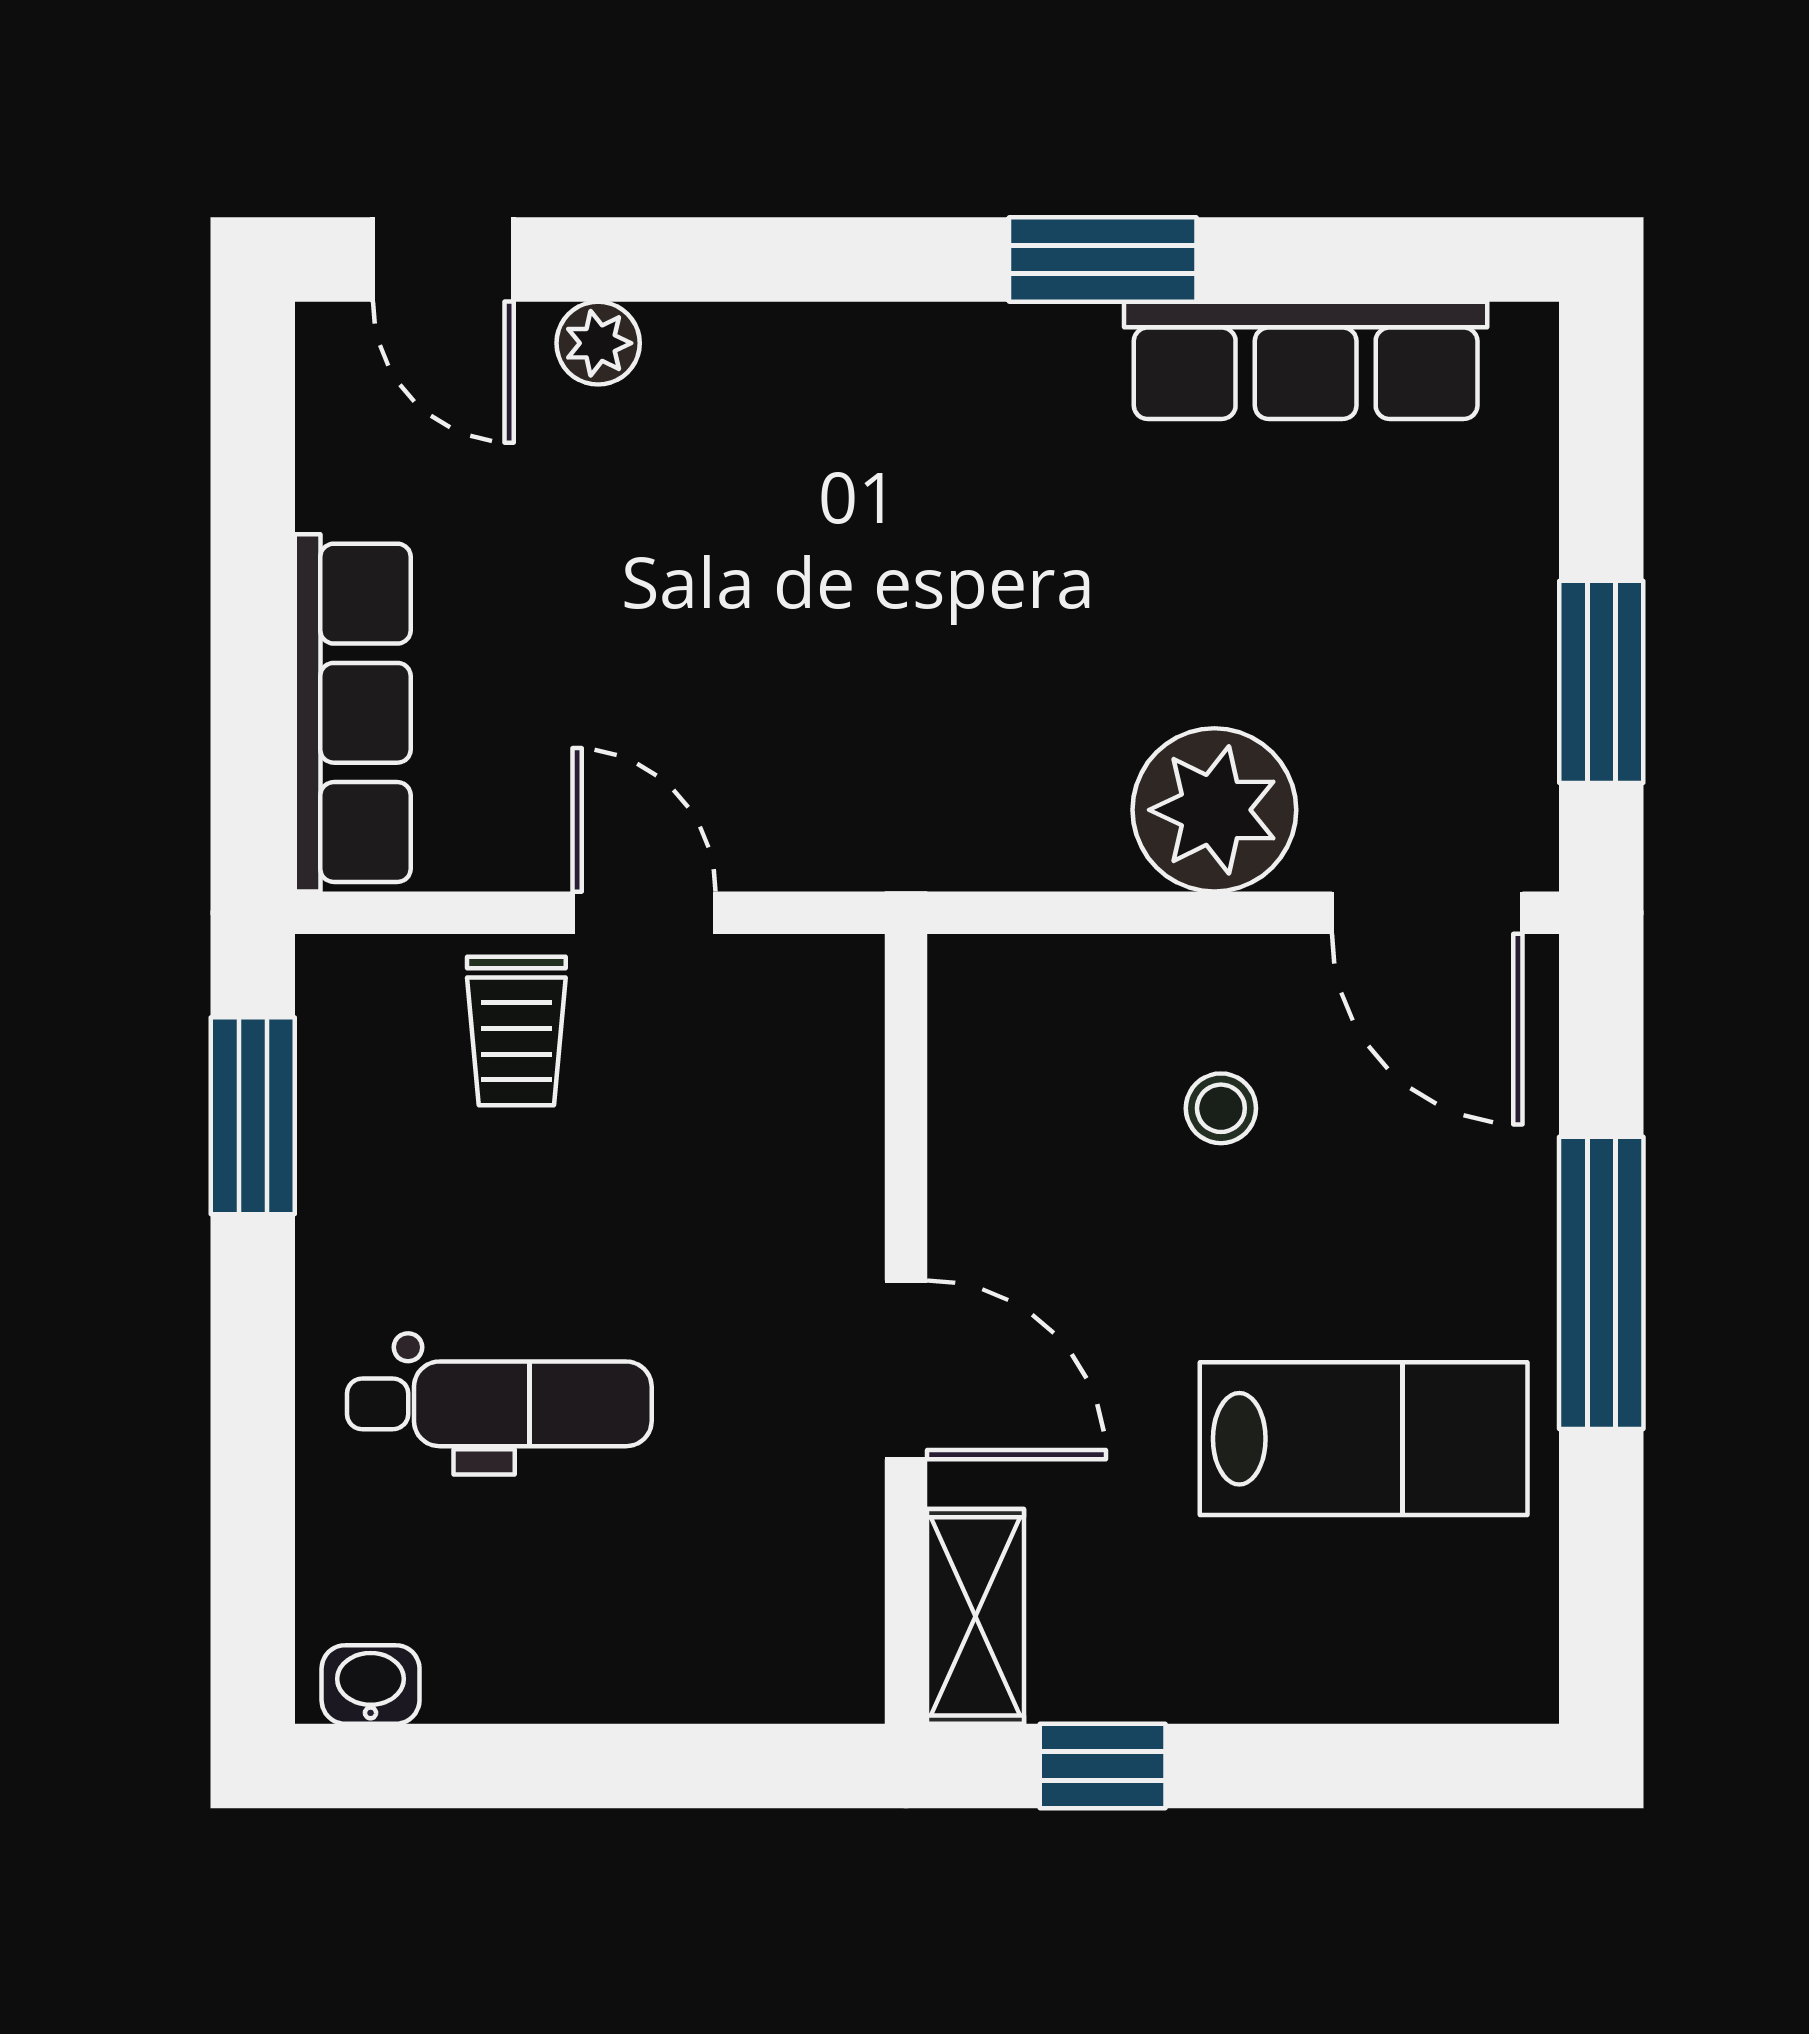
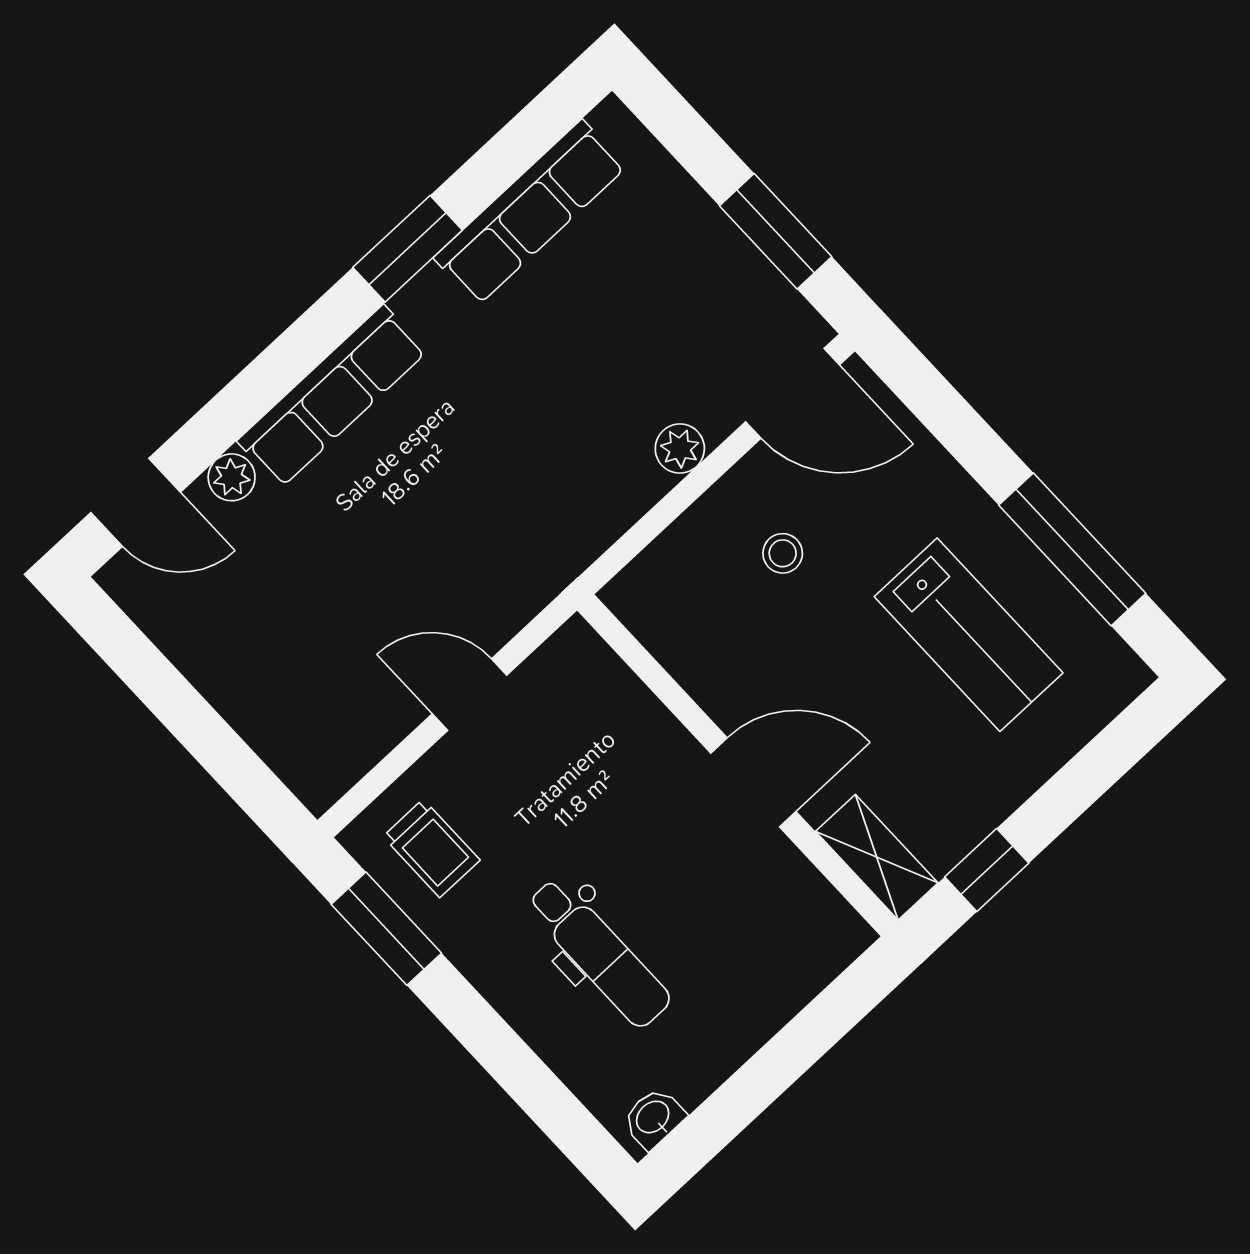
row of seats: (353, 713) -> (332, 396), moved, turned 90
plant: (1214, 810) -> (680, 449), width x0.53, depth x0.53
trolley: (516, 1031) -> (431, 848), moved
window: (1601, 1283) -> (1072, 549), moved
dental chair: (499, 1404) -> (599, 953), turned 90
lab bench: (1364, 1439) -> (969, 635), turned 90

